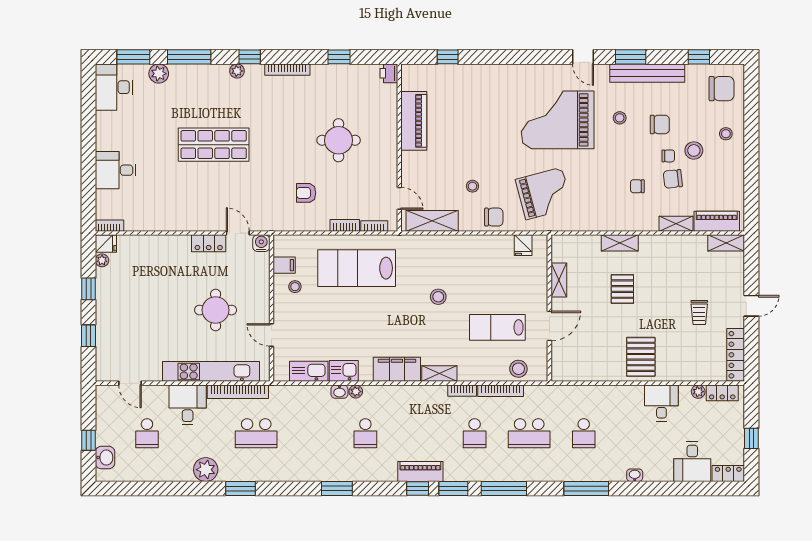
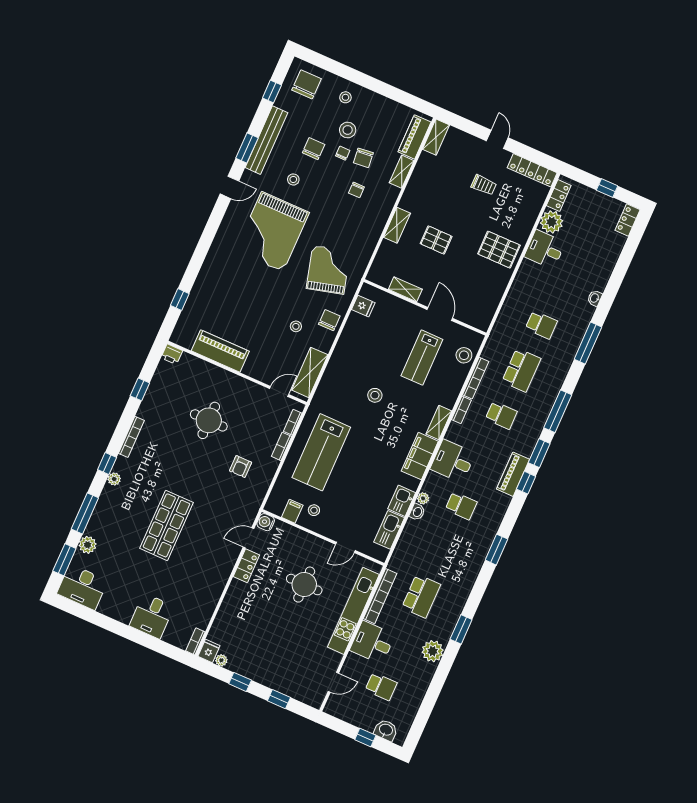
plant: (698, 392) -> (552, 222), width x1.87, depth x1.87
desk: (692, 462) -> (453, 461), moved, turned 180

